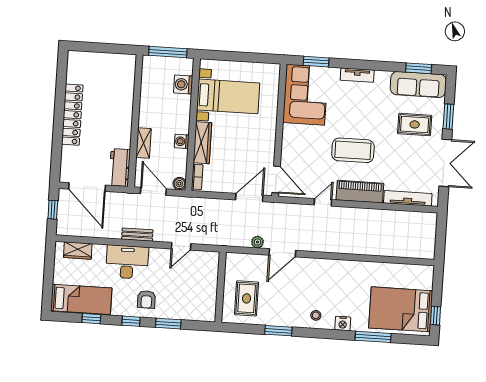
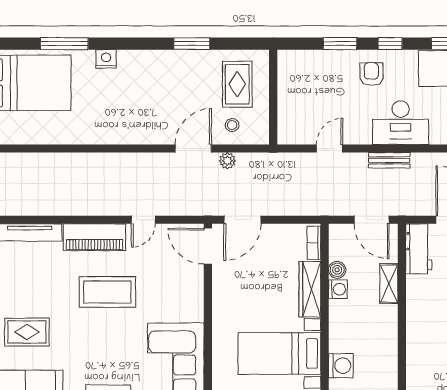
boiler: (179, 184) -> (337, 270), moved
stool: (316, 315) -> (232, 125), moved

